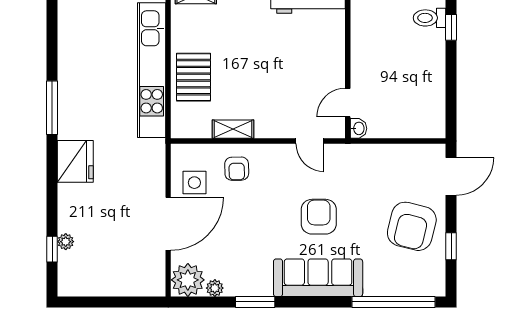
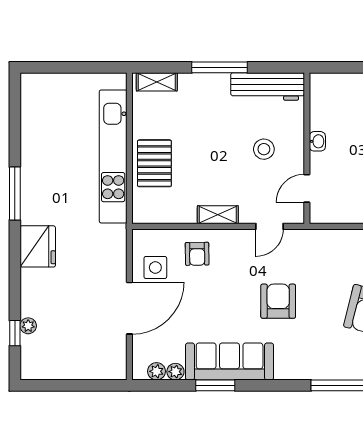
stool: (304, 63) -> (264, 149), added
washbasin: (358, 128) -> (317, 141), moved
shelving: (233, 129) -> (218, 215), moved
door: (310, 141) -> (269, 226), hinge flipped
sofa: (318, 278) -> (230, 361), moved
plant: (188, 280) -> (157, 371), width x0.53, depth x0.53

